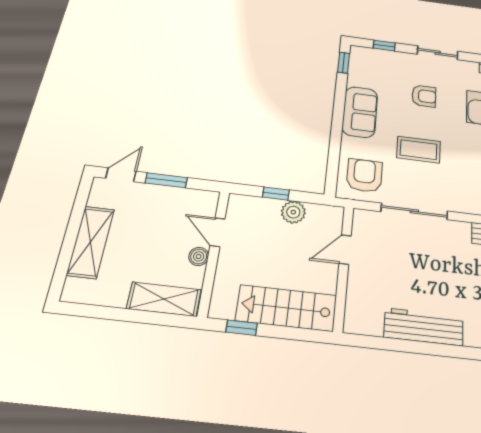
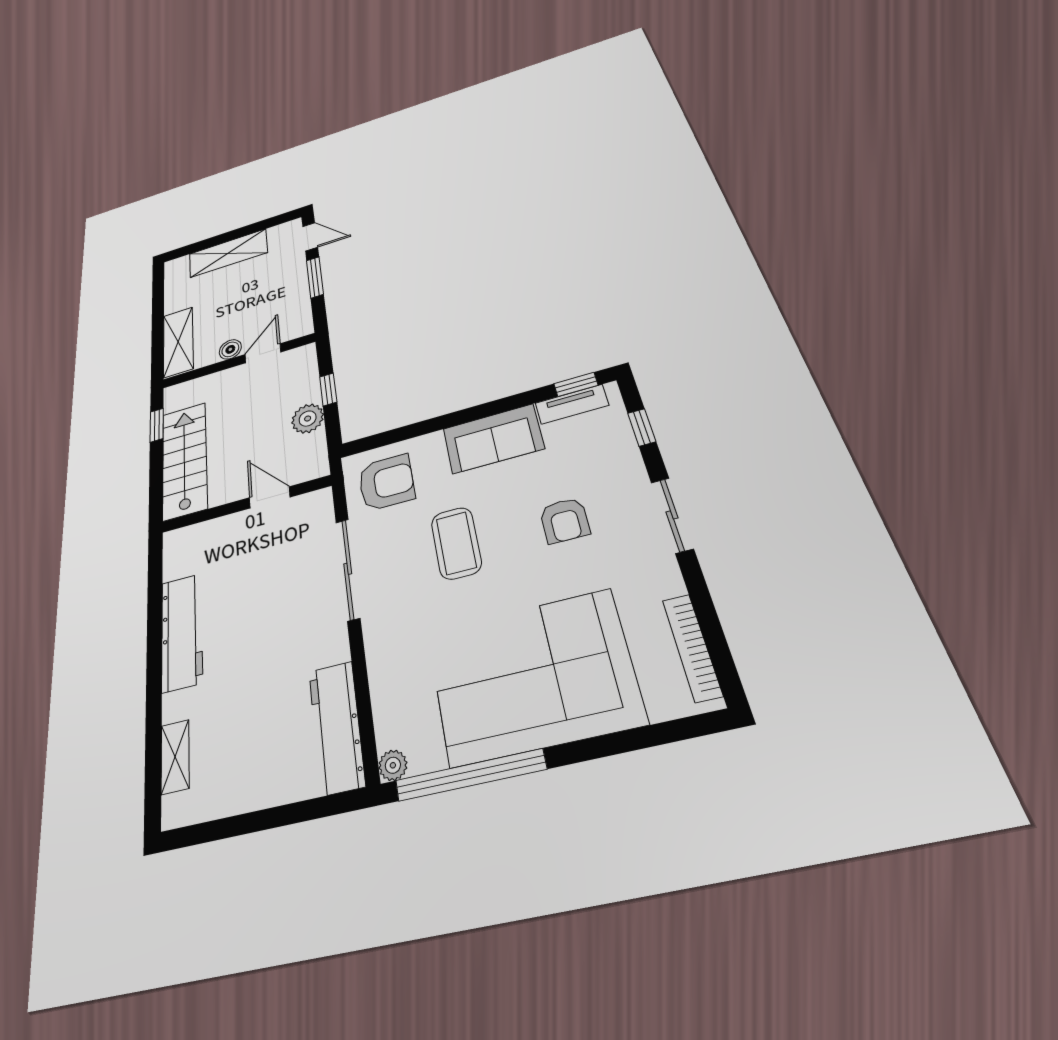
tv unit: (355, 69) -> (572, 404), added

